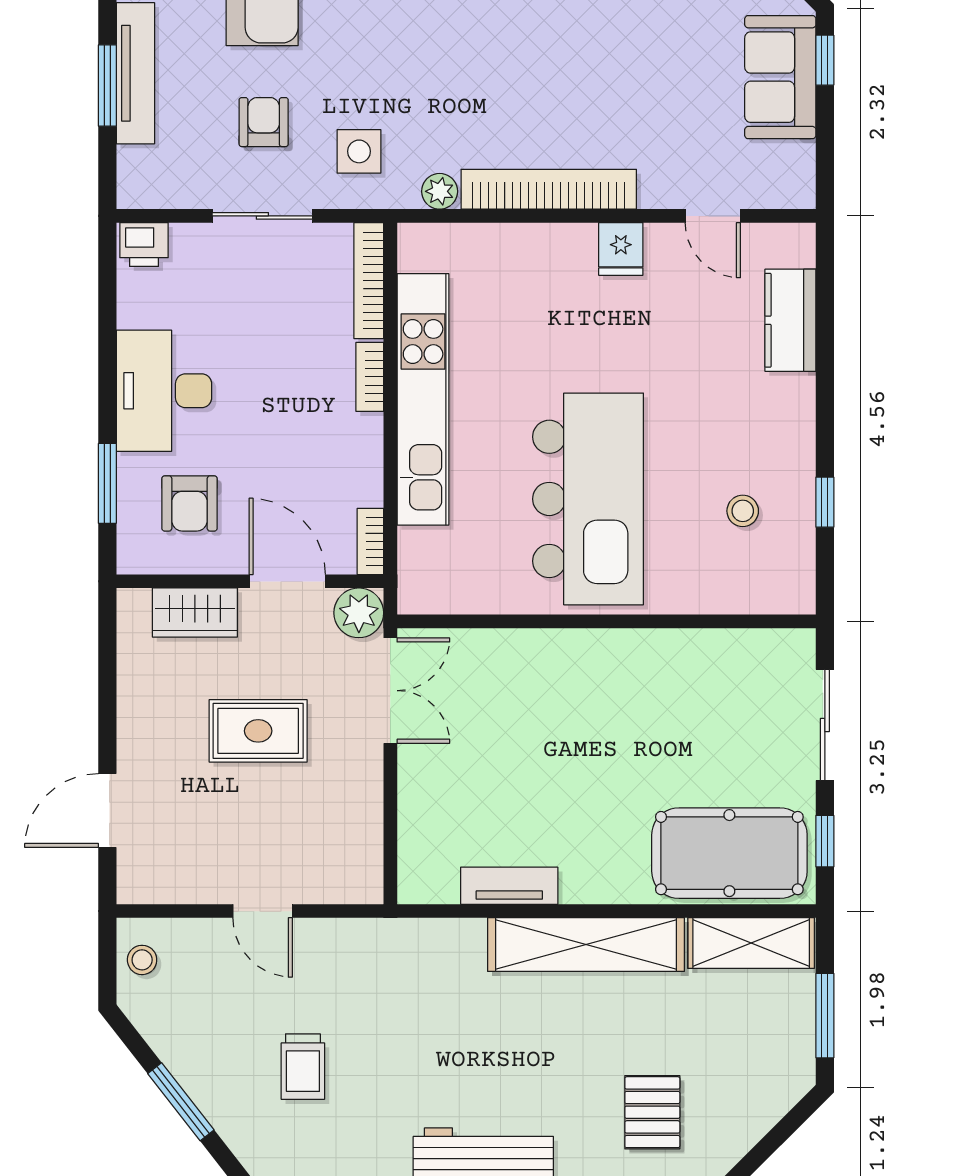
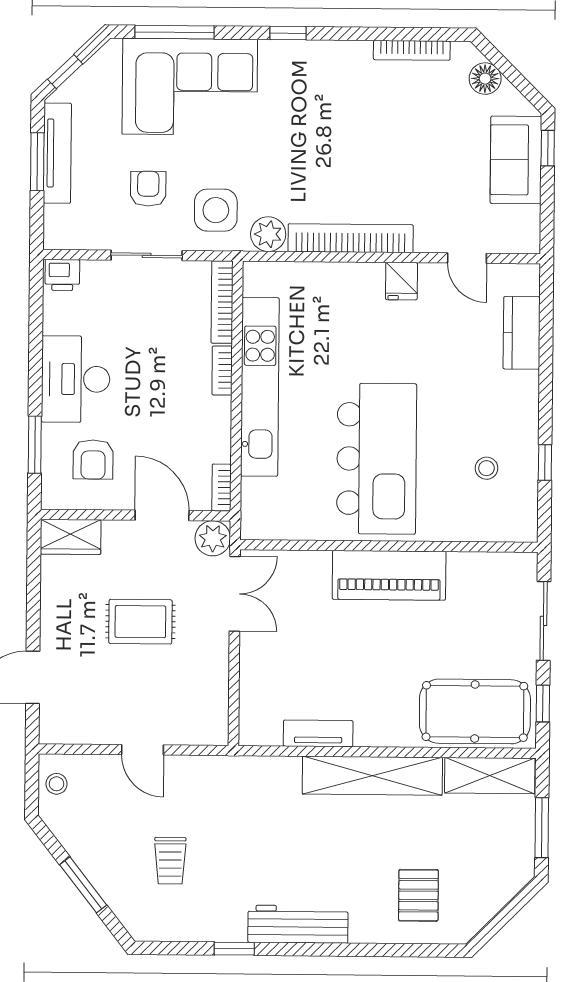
side table: (359, 151) -> (216, 210), width x1.37, depth x1.37
plant: (440, 191) -> (268, 234), width x1.38, depth x1.38
wardrobe: (195, 613) -> (71, 537), moved
piano: (607, 663) -> (389, 575), added

